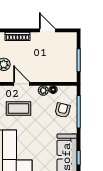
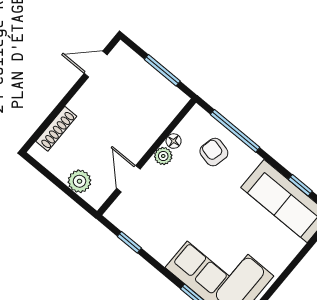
door: (47, 30) -> (96, 64), moved
door: (22, 84) -> (128, 179), hinge flipped
coffee table: (19, 108) -> (159, 212), removed

